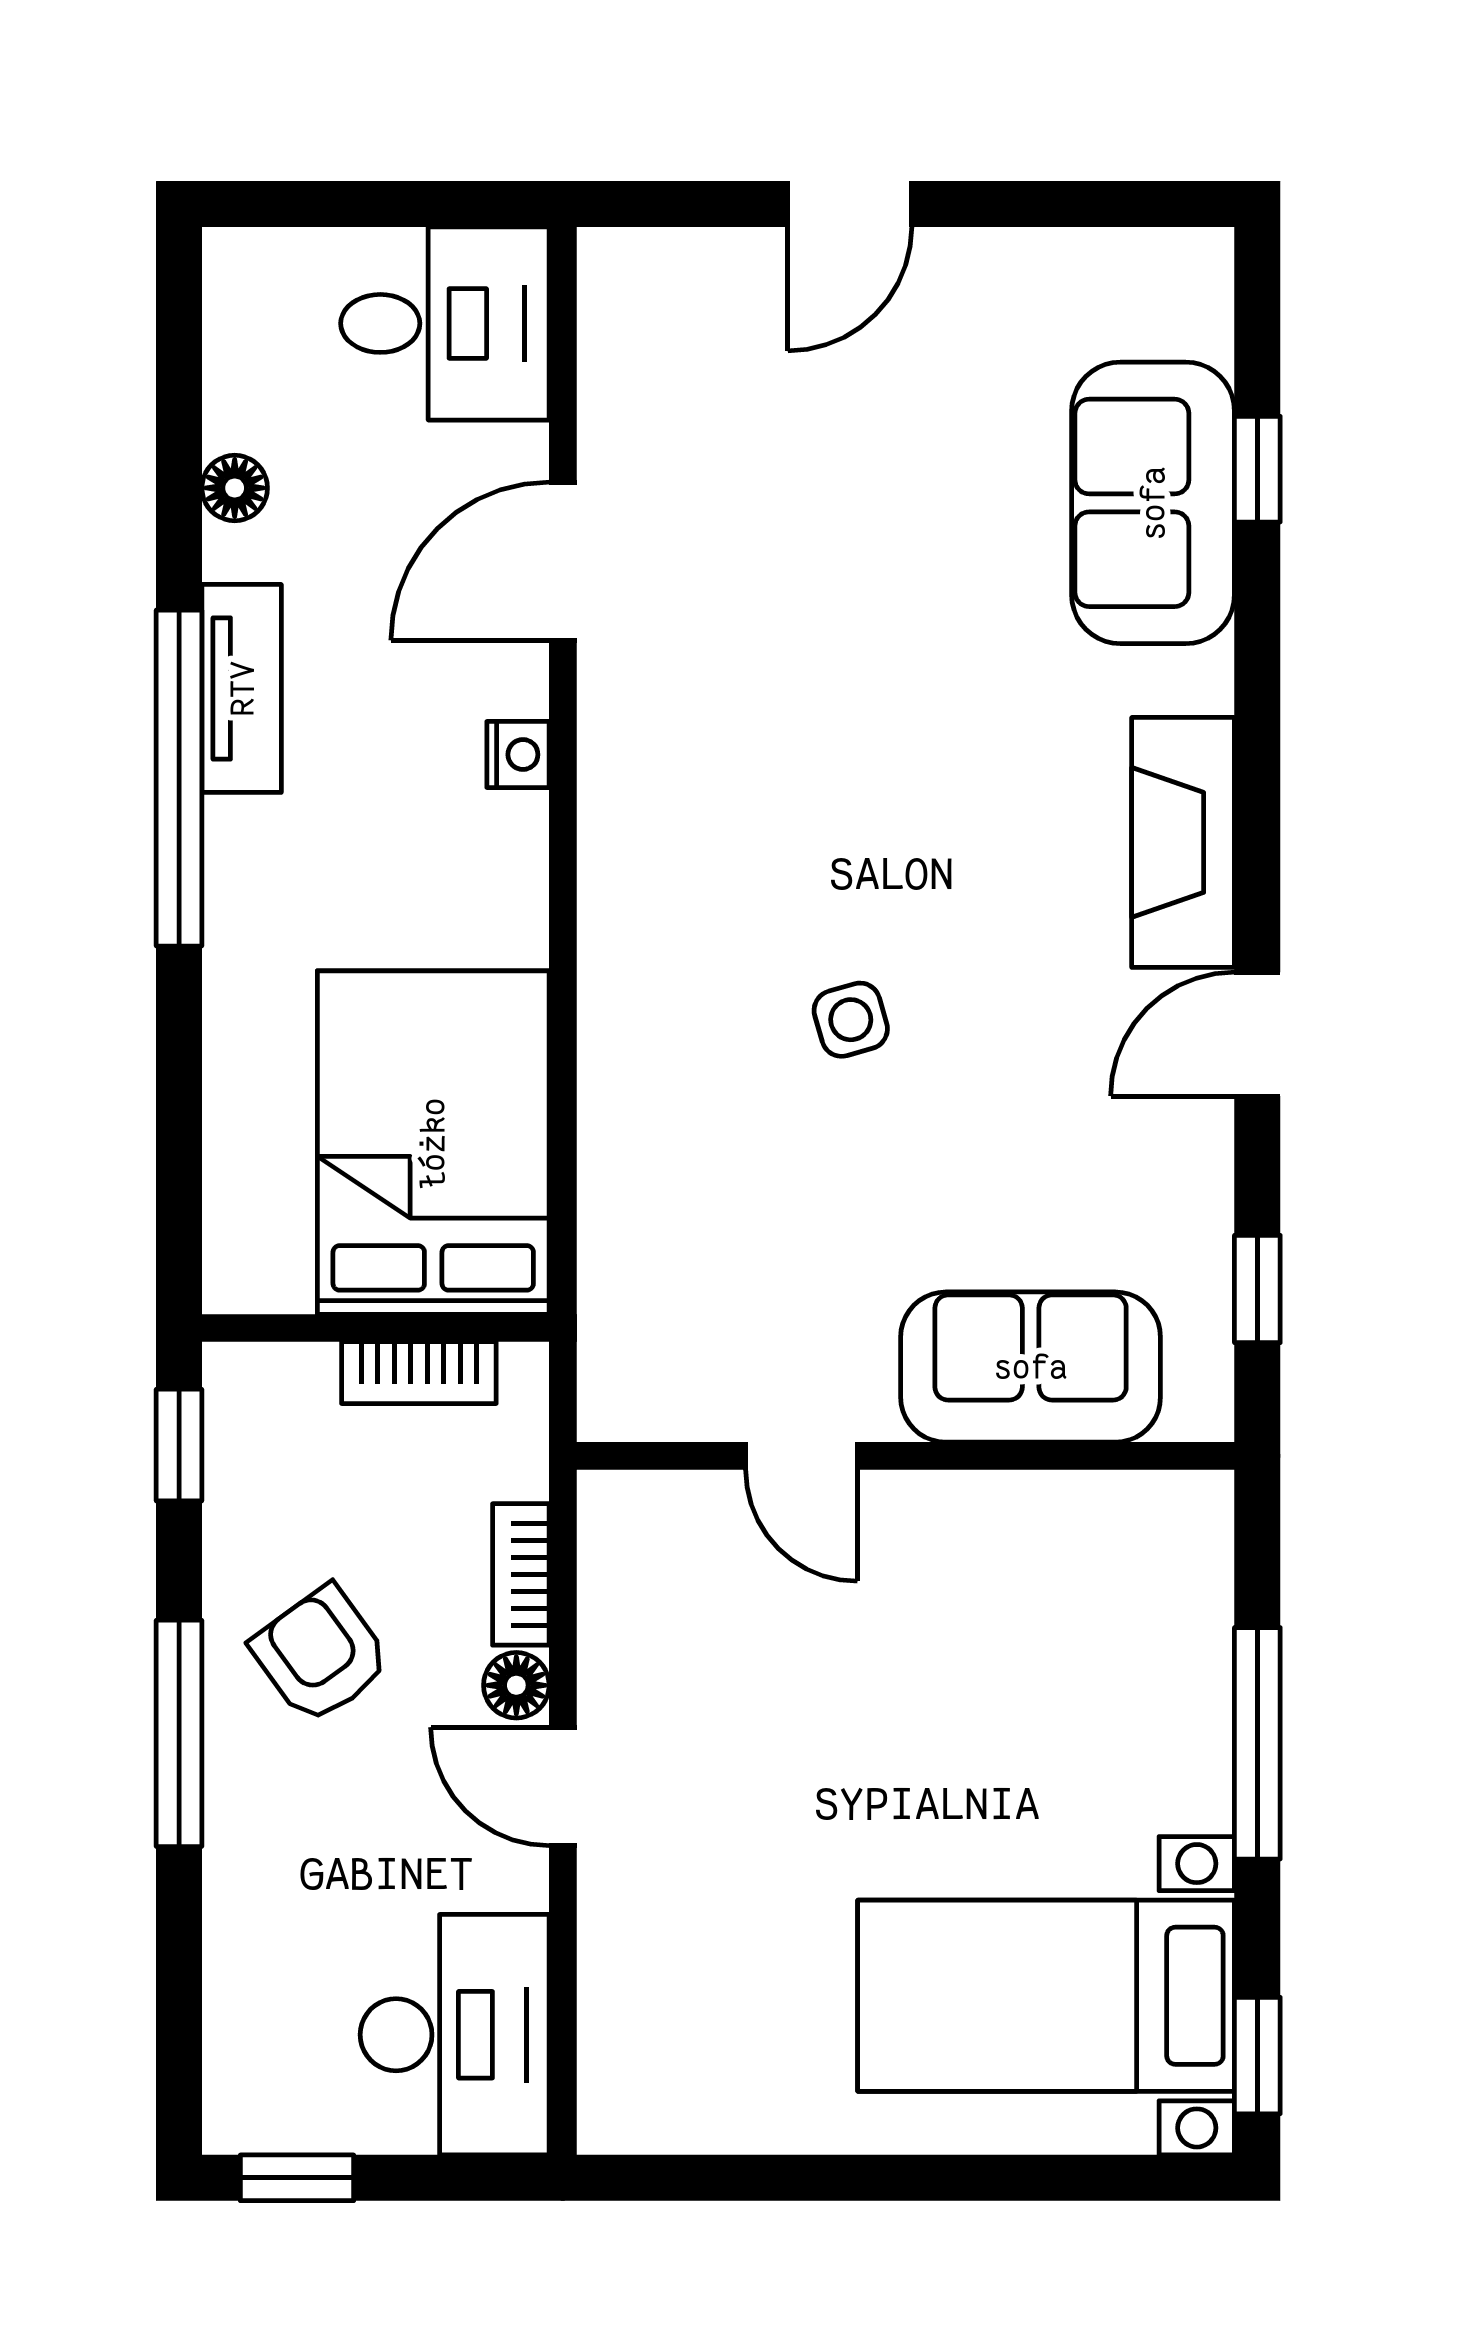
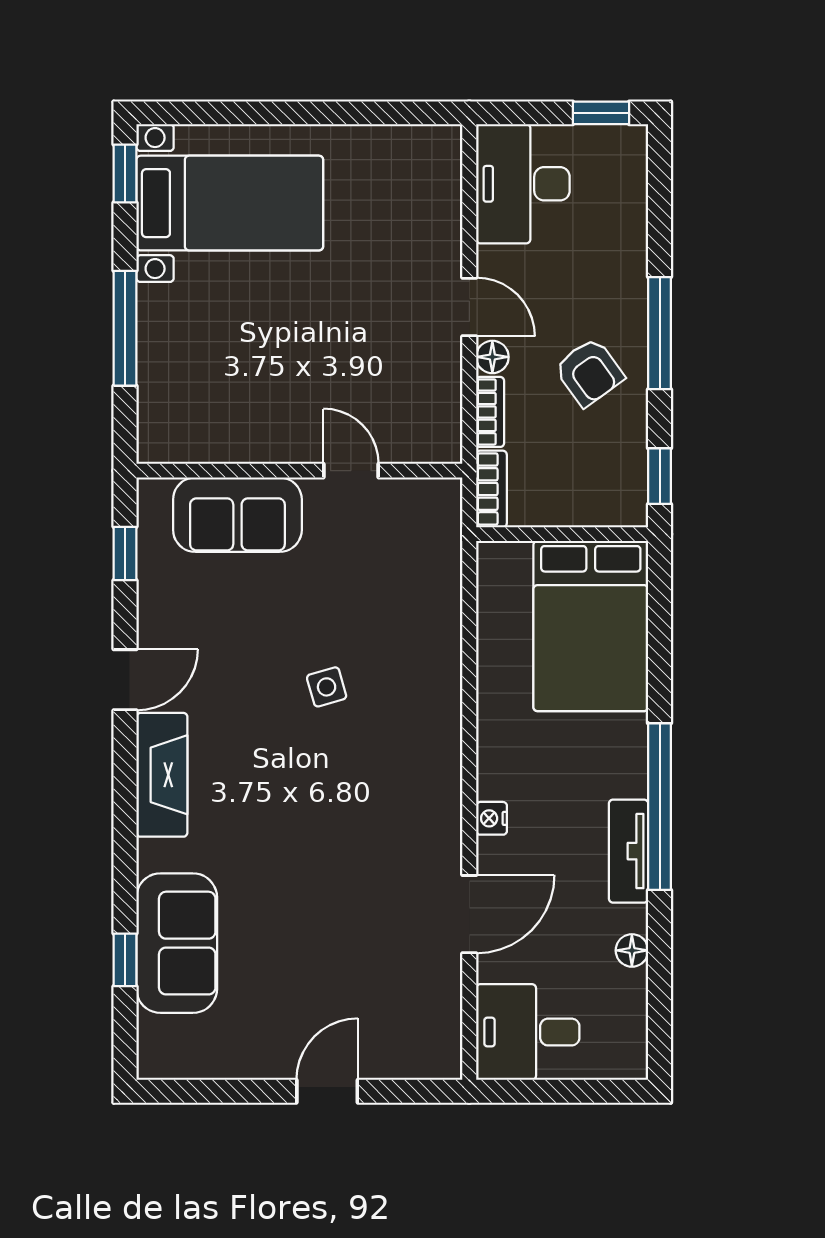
bed: (433, 1143) -> (591, 626), moved
bookcase: (419, 1373) -> (491, 489), moved, turned 90

